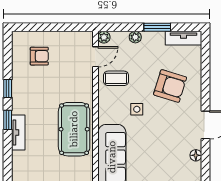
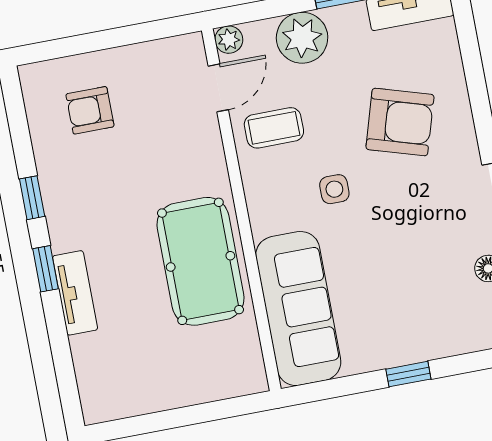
plant: (135, 37) -> (302, 38), width x1.88, depth x1.88
armchair: (39, 56) -> (90, 110), turned 180

